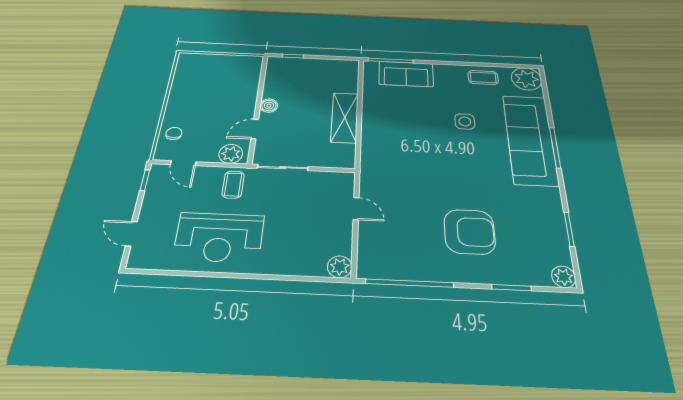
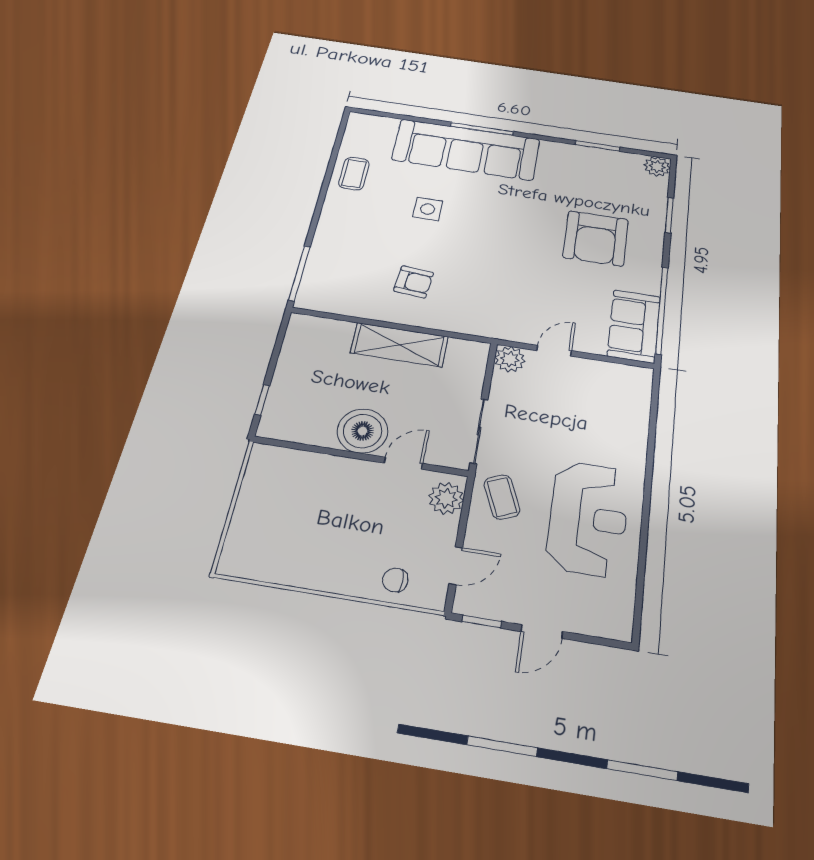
sofa: (406, 74) -> (634, 326), moved, turned 180
plant: (526, 79) -> (365, 129), removed
boiler: (269, 106) -> (363, 431), width x1.86, depth x1.86
armchair: (398, 120) -> (414, 282), added
door: (255, 129) -> (403, 463), swing flipped
coffee table: (233, 185) -> (502, 497), turned 67
armchair: (470, 232) -> (596, 238), turned 180
door: (131, 234) -> (542, 631), moved
plant: (340, 267) -> (510, 359), moved

